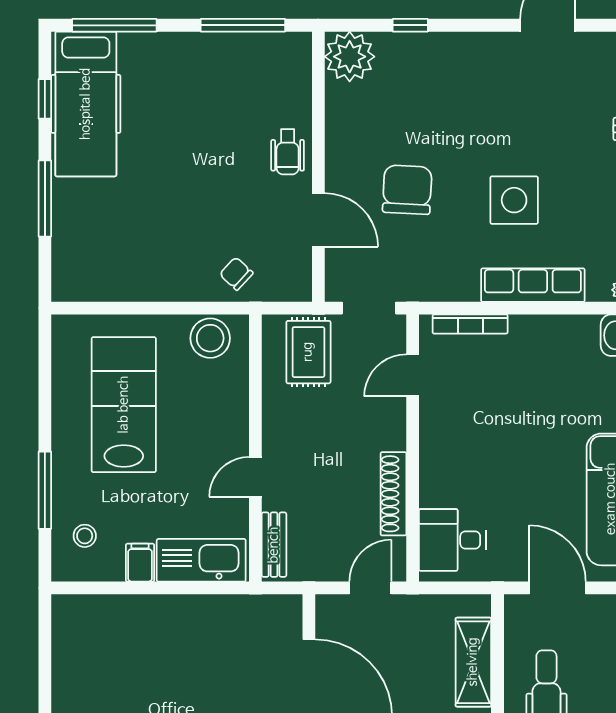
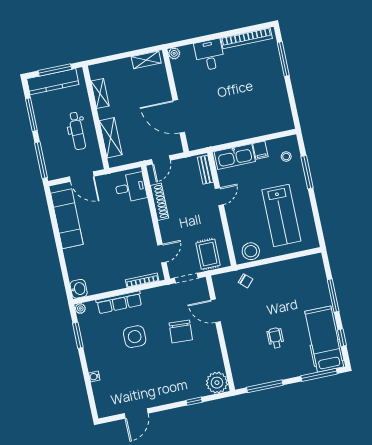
wheelchair: (288, 152) -> (275, 338), moved

